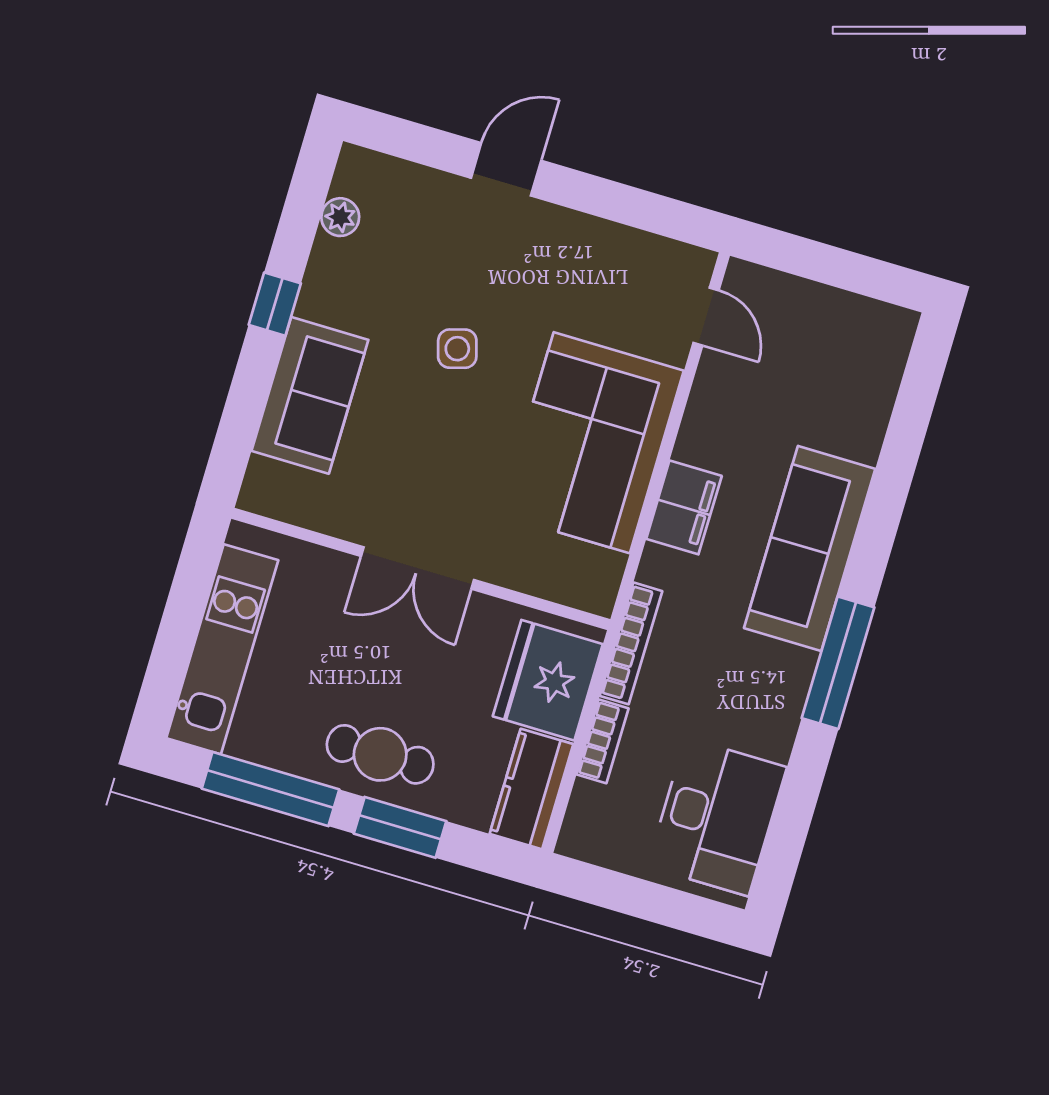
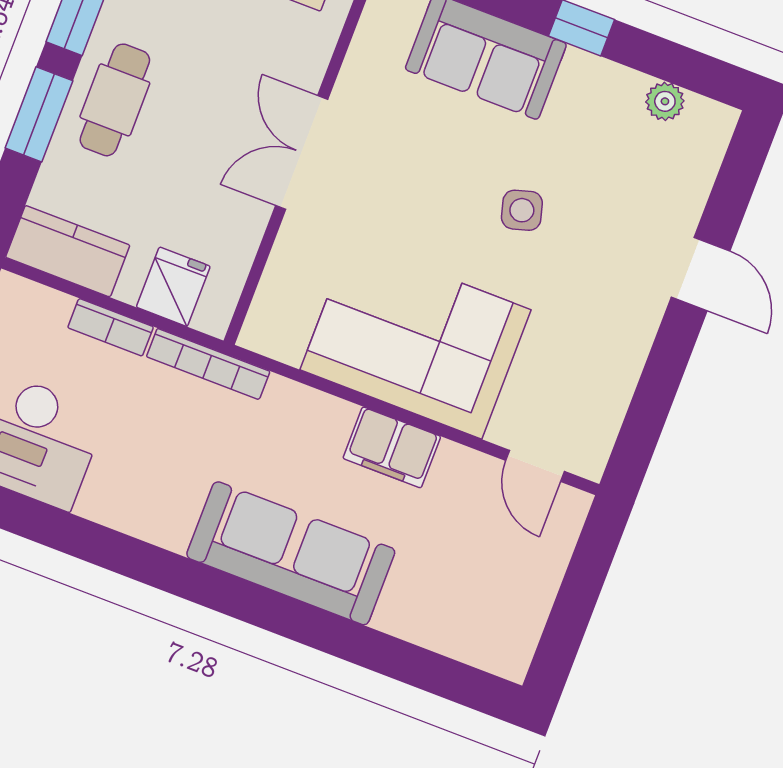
door: (706, 317) -> (535, 466), hinge flipped
filing cabinet: (684, 507) -> (392, 447), moved
window: (838, 663) -> (172, 573), removed
fridge: (548, 680) -> (173, 287), width x0.53, depth x0.75

